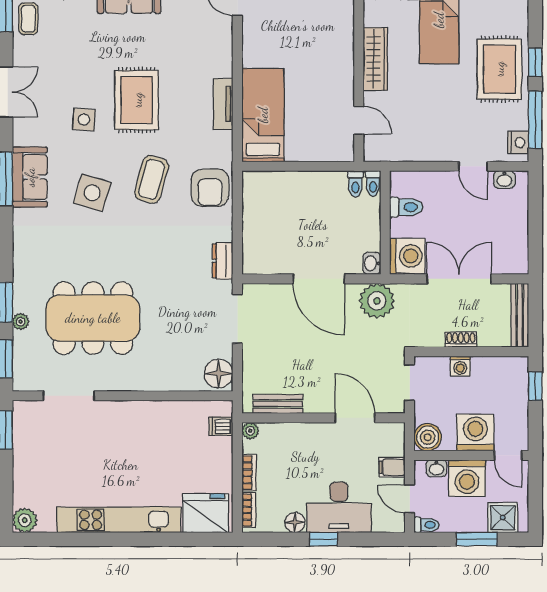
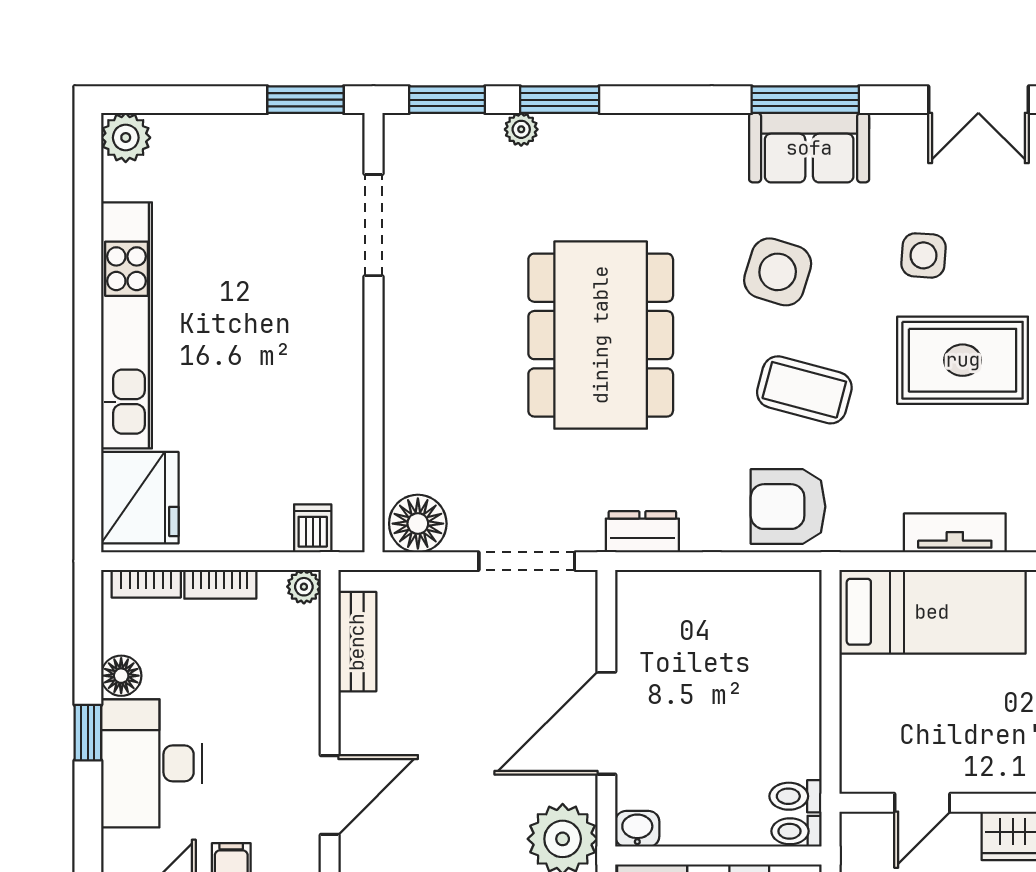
dining table: (93, 318) -> (601, 335), moved

